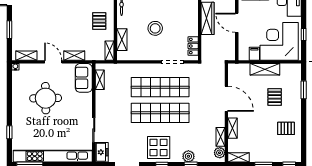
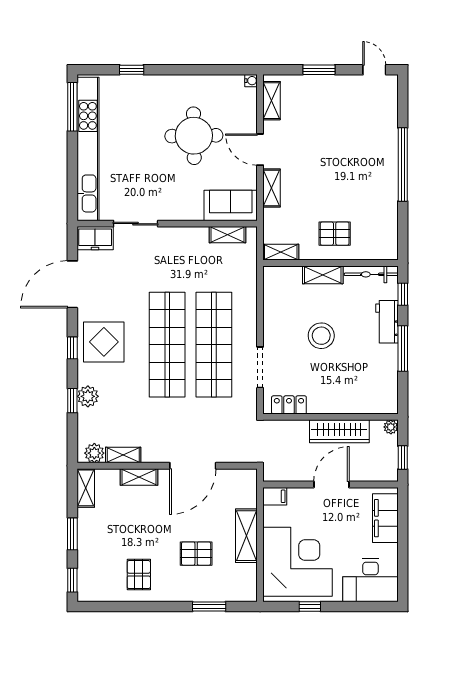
shelving: (122, 40) -> (323, 275), moved
filing cabinet: (254, 54) -> (275, 496), moved
door: (53, 62) -> (260, 150), swing flipped

